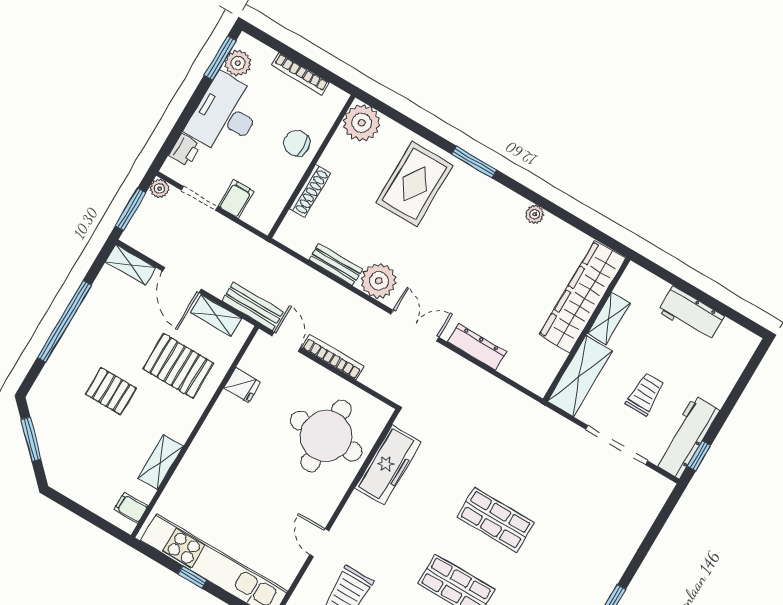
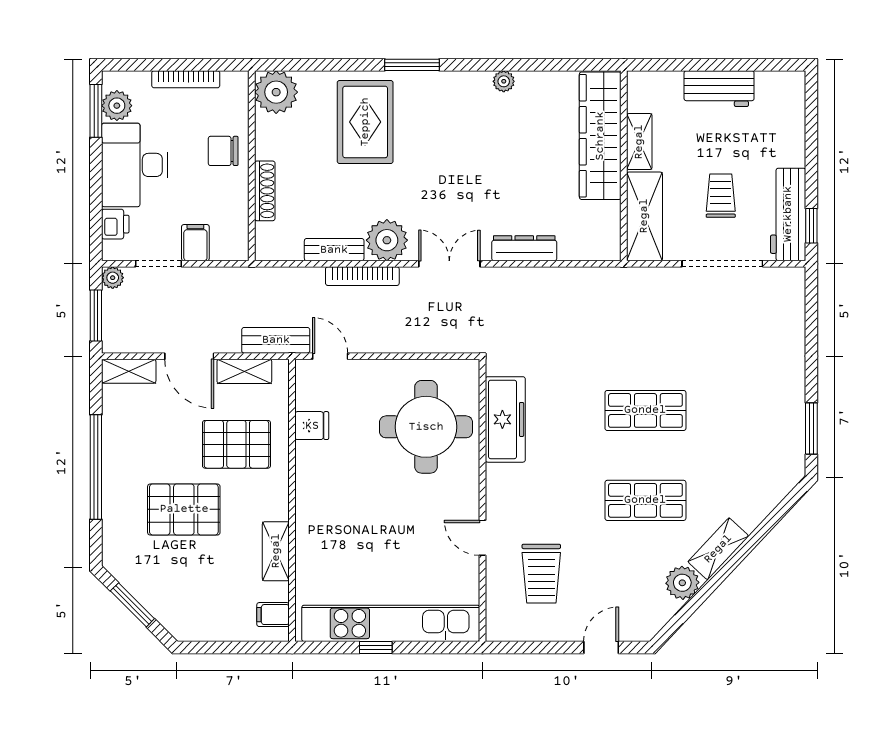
bookcase: (333, 357) -> (362, 276), moved, turned 180
pallet: (111, 391) -> (184, 509), width x1.50, depth x1.42

